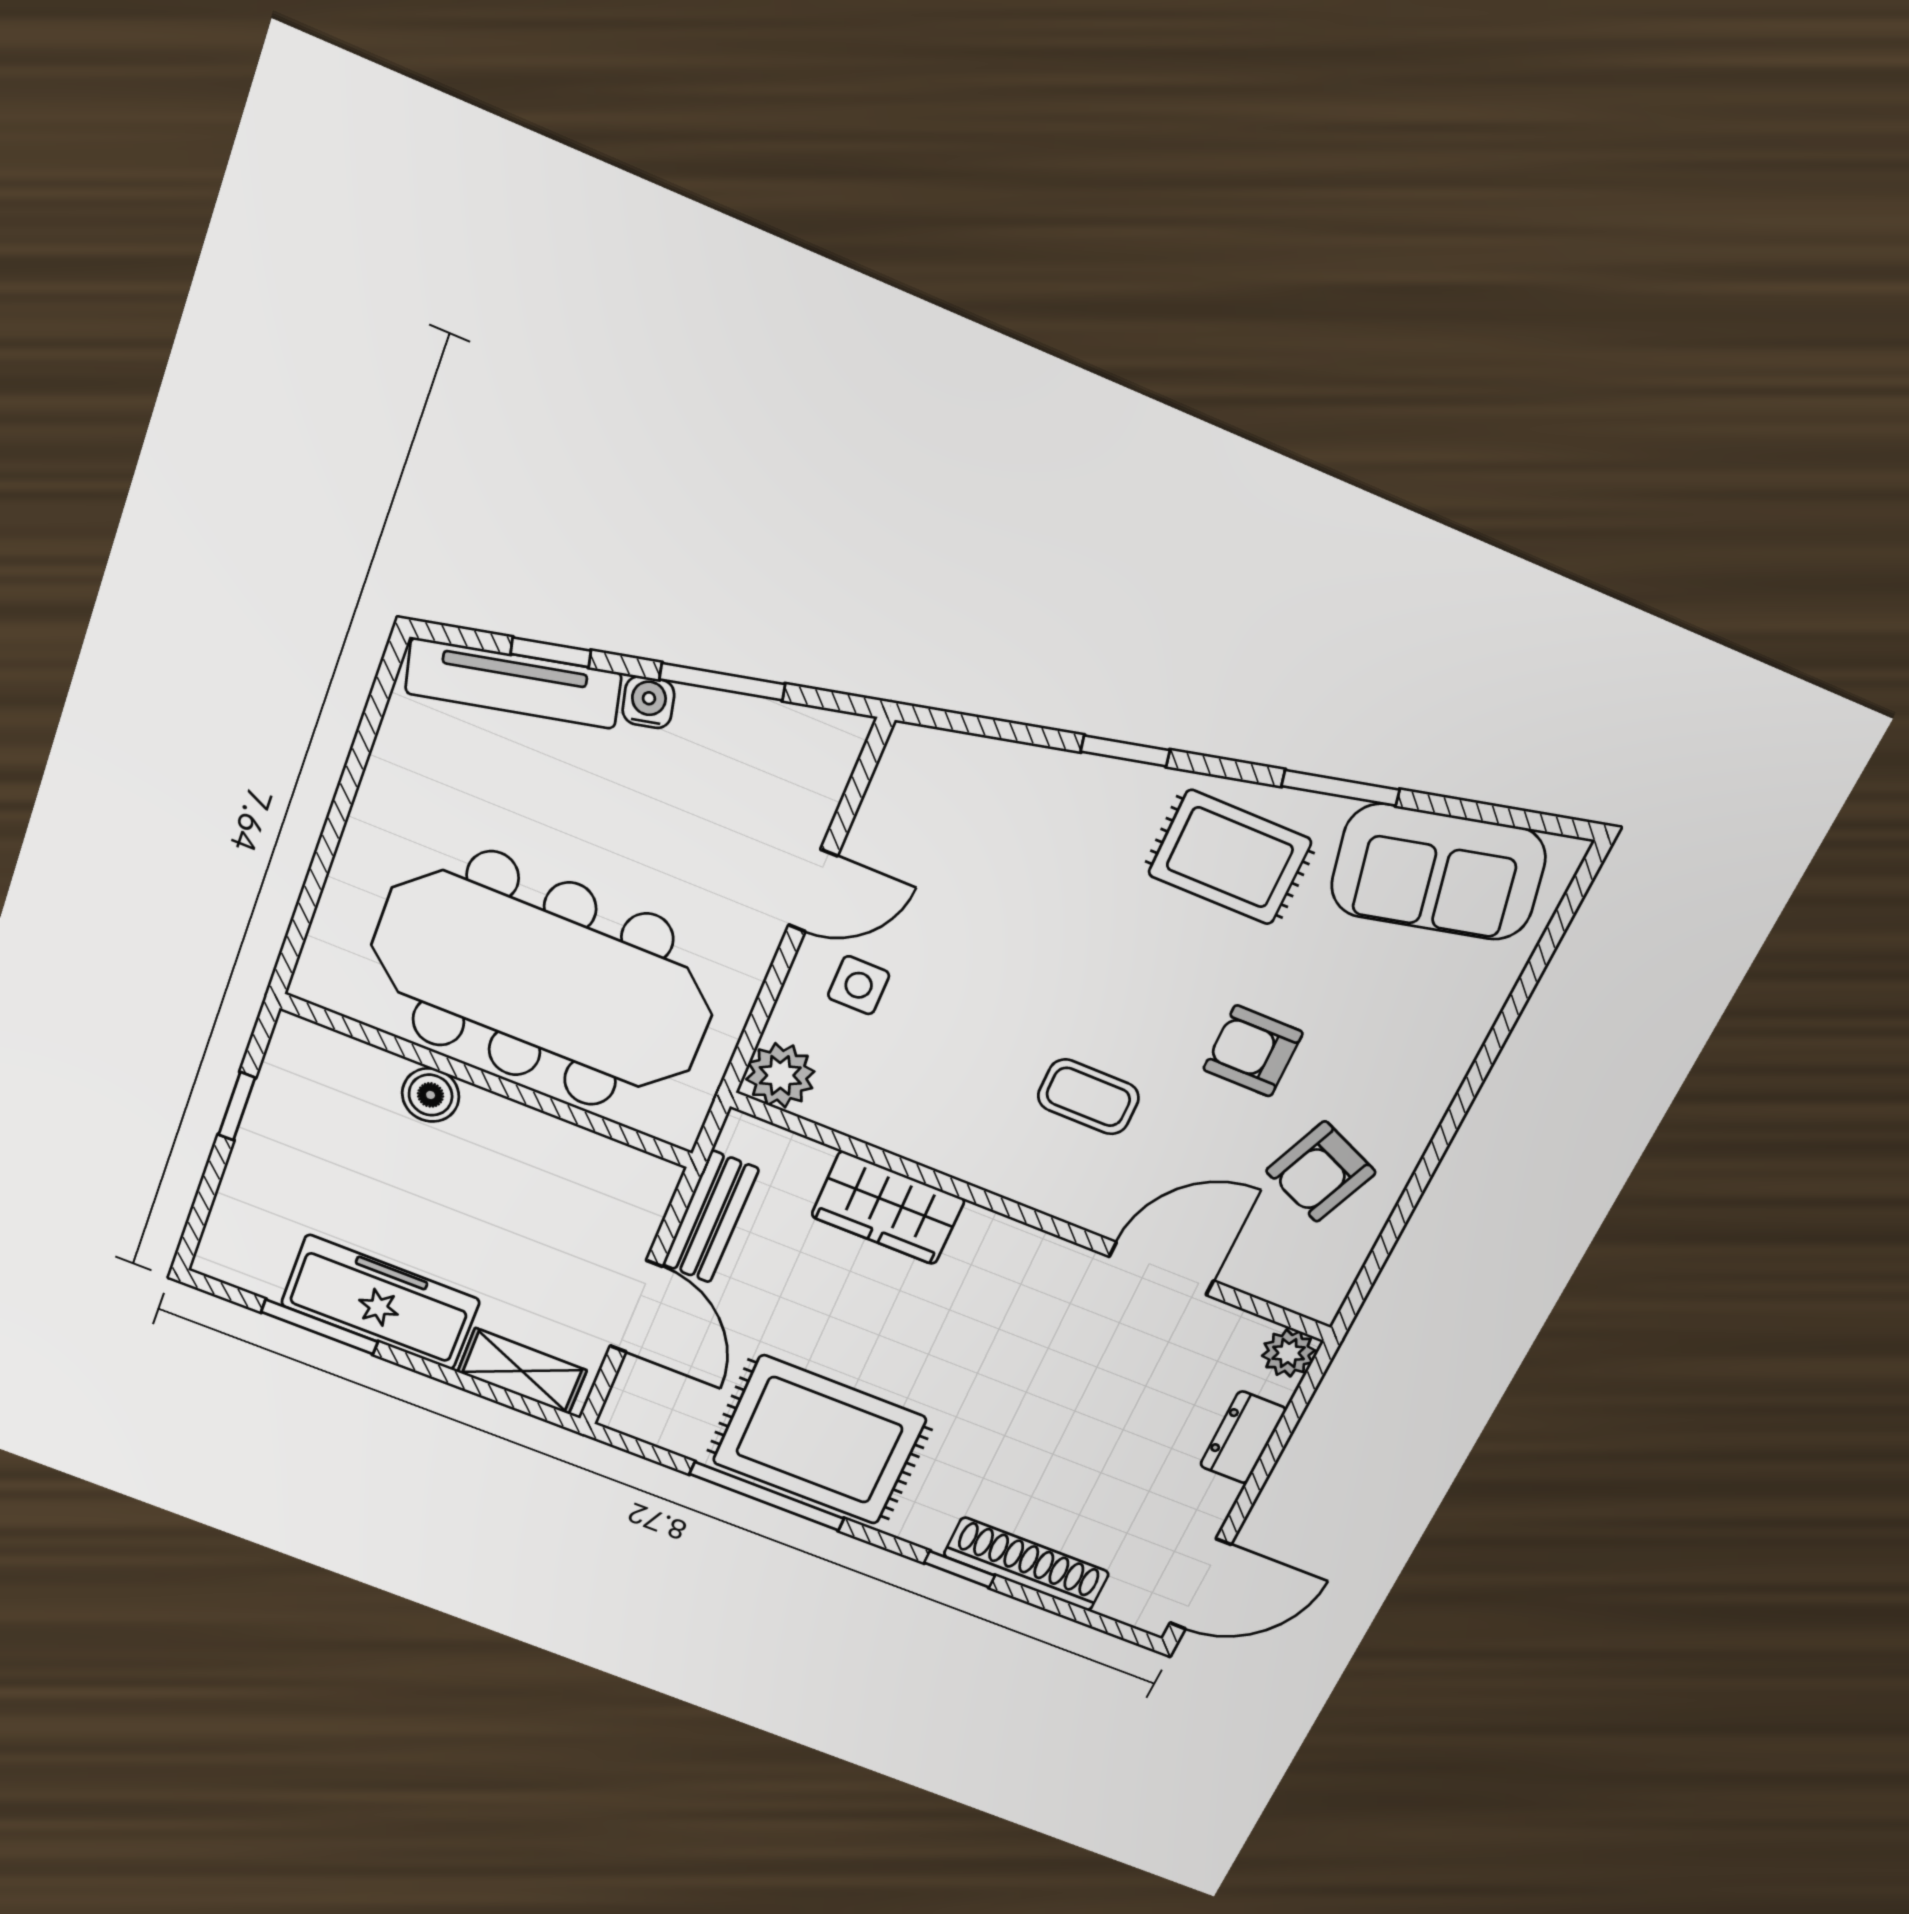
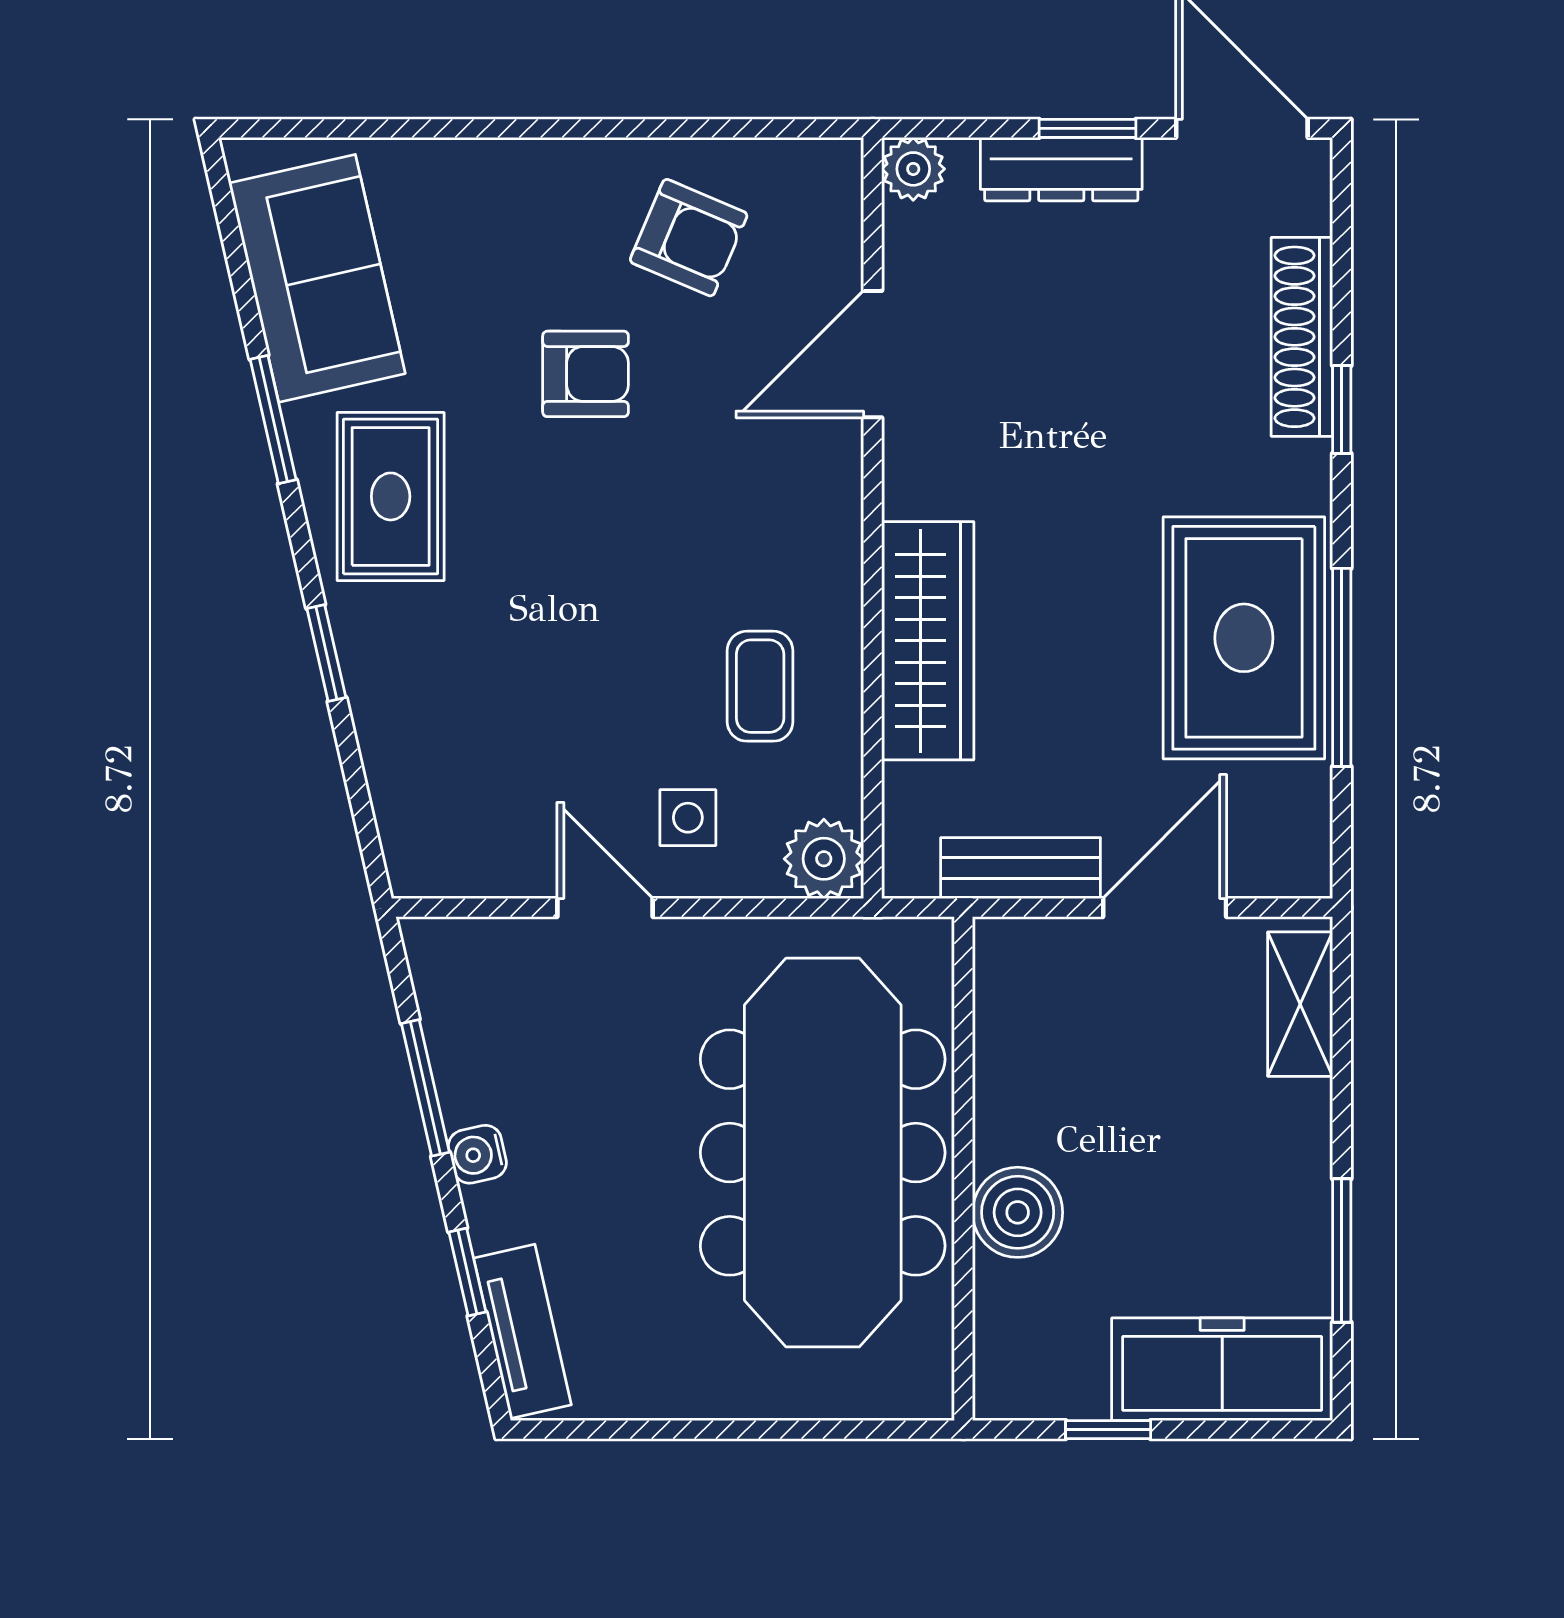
tv unit: (513, 683) -> (522, 1331), width x0.71
armchair: (1253, 1051) -> (586, 374), turned -90
boiler: (431, 1095) -> (1018, 1212), width x1.36, depth x1.36
coffee table: (1088, 1097) -> (760, 686), moved
wardrobe: (888, 1208) -> (928, 641), width x1.50
door: (1161, 1269) -> (873, 354), hinge flipped
freezer: (380, 1302) -> (1222, 1369), moved, turned 90
dresser: (1243, 1437) -> (1061, 169), width x1.44
window: (1255, 1483) -> (1087, 128), added

